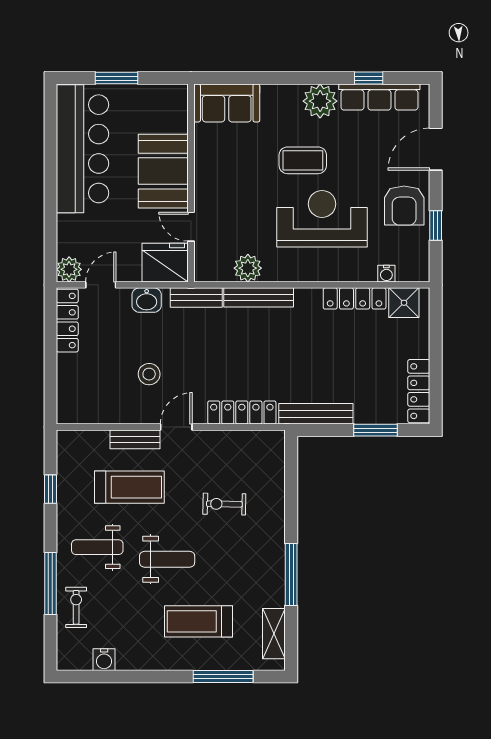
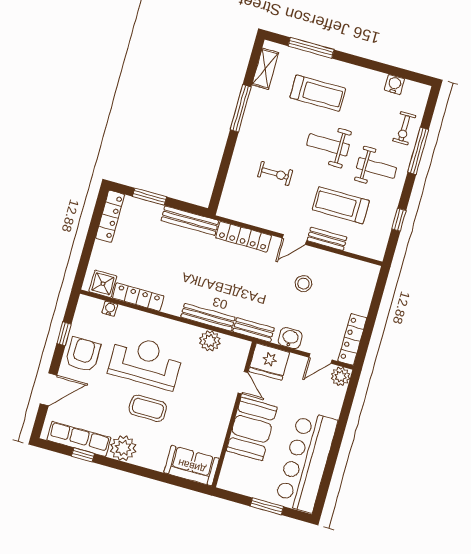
reception desk: (322, 219) -> (146, 362), turned 180

